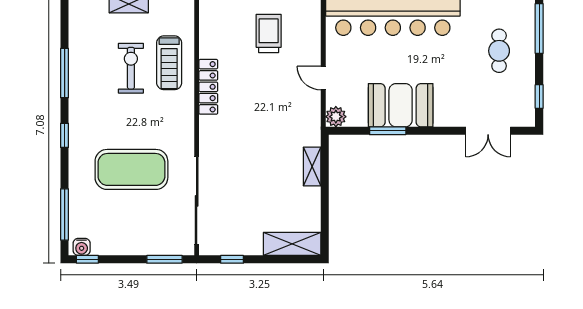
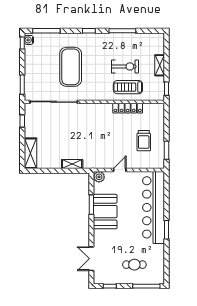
trolley: (269, 34) -> (144, 141), turned 90
locker: (208, 87) -> (128, 108), moved

